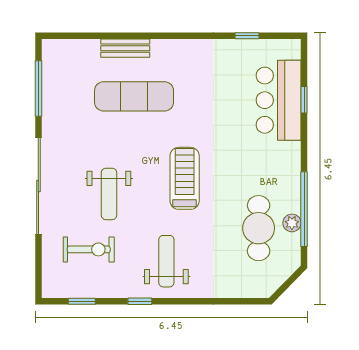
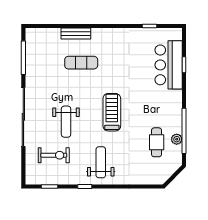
exercise mat: (134, 96) -> (81, 63), width x0.73, depth x0.69
cafe table: (259, 228) -> (157, 142), width x0.73, depth x0.74

